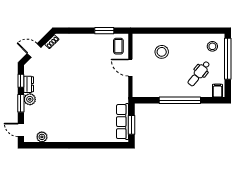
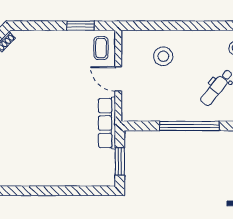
row of seats: (123, 122) -> (107, 123), moved

